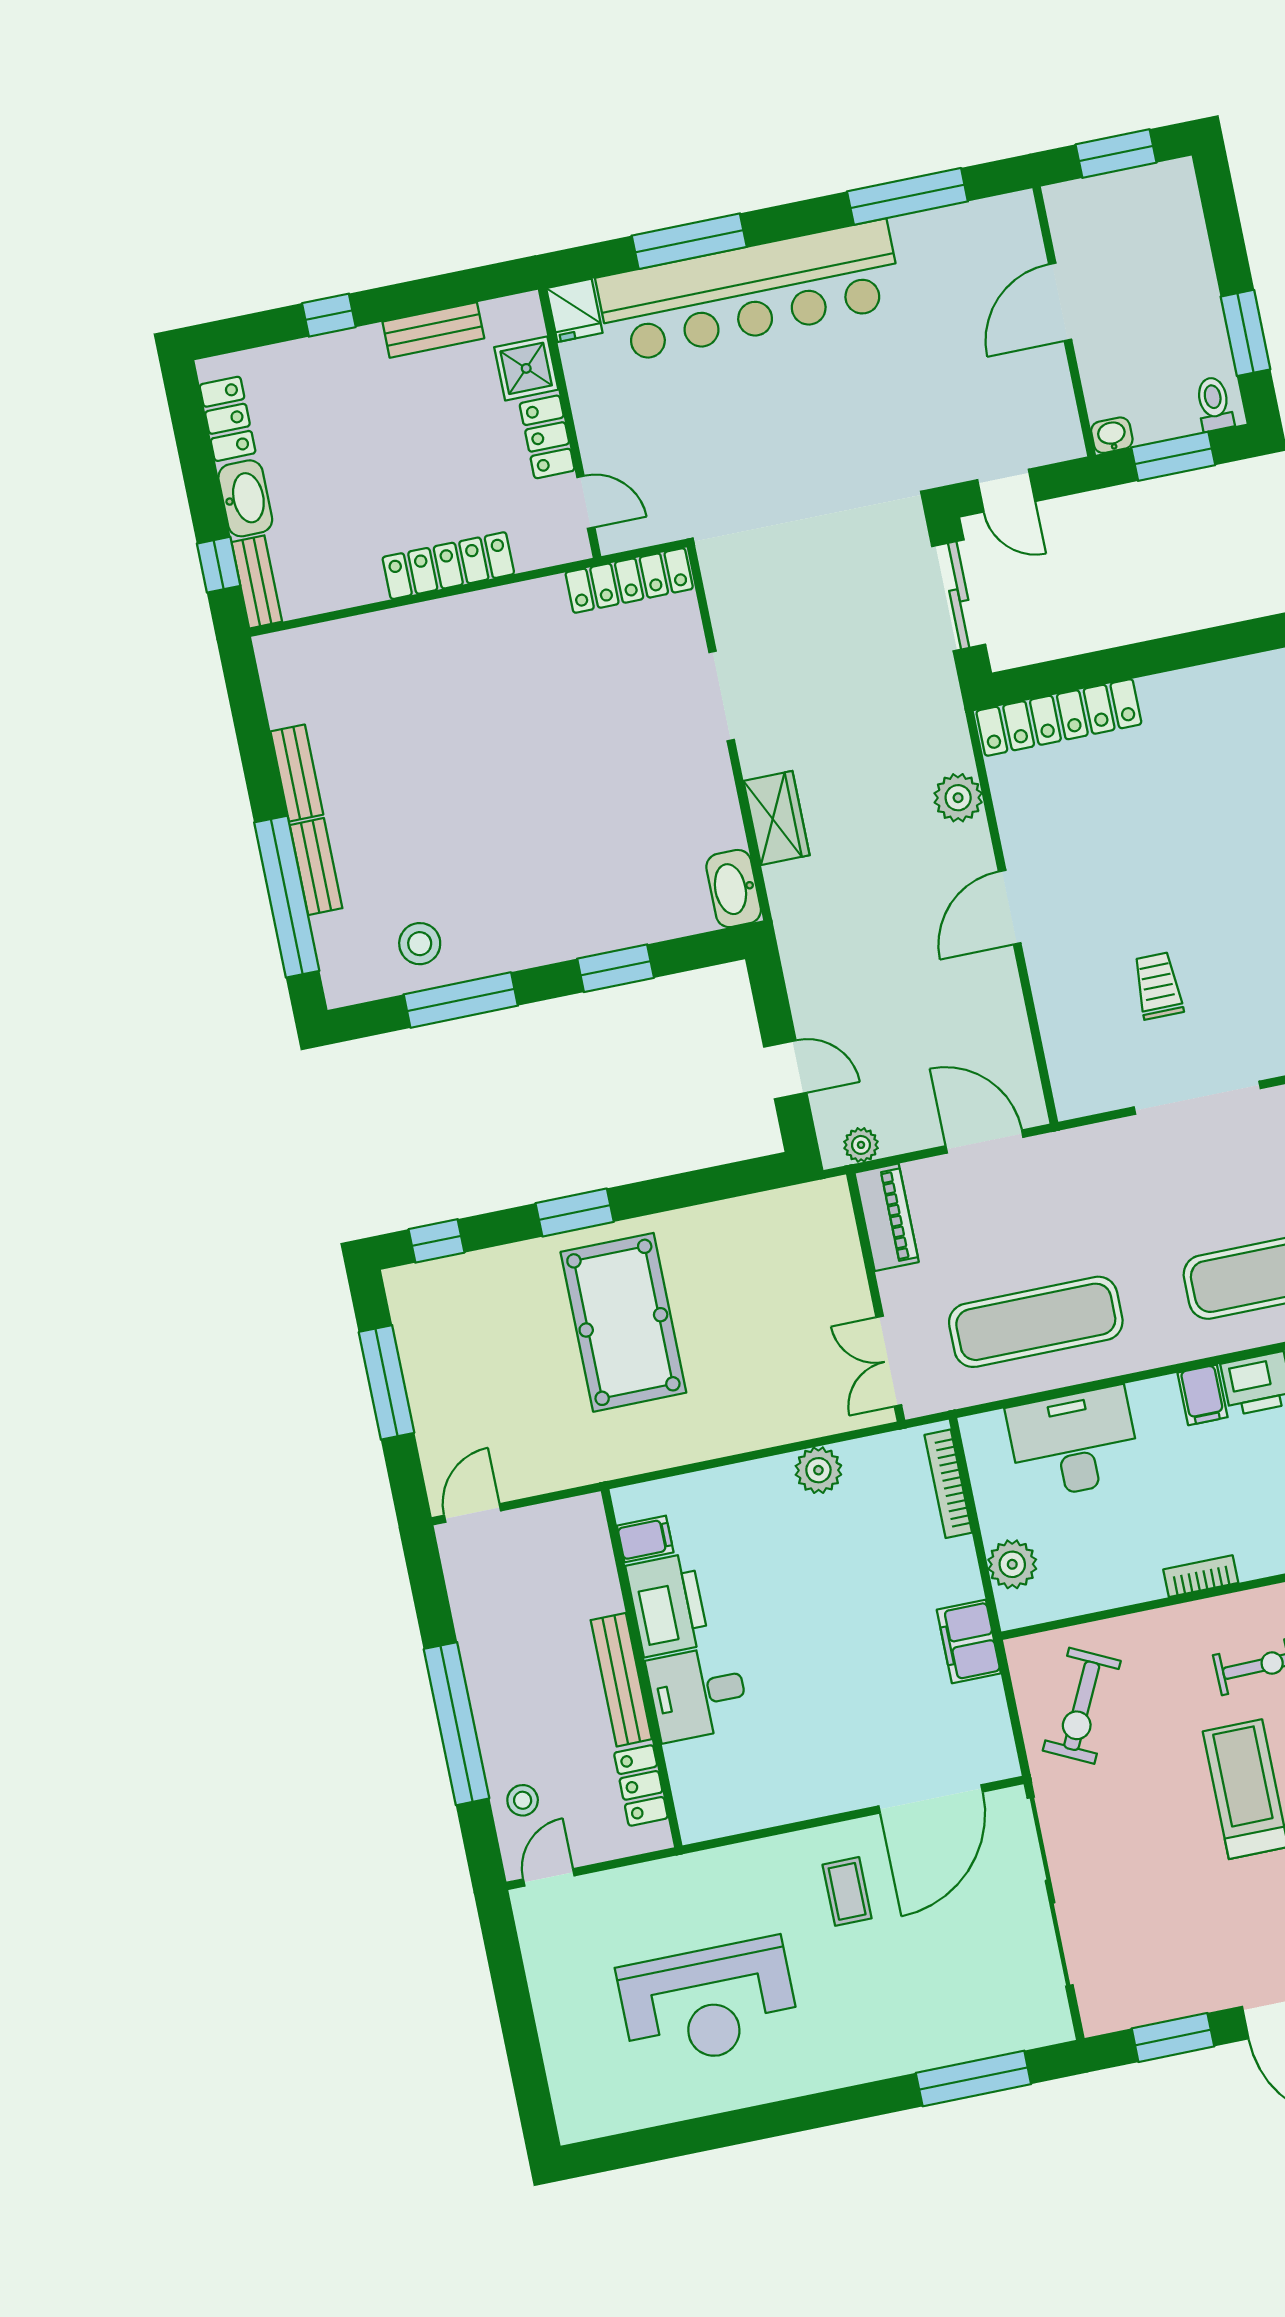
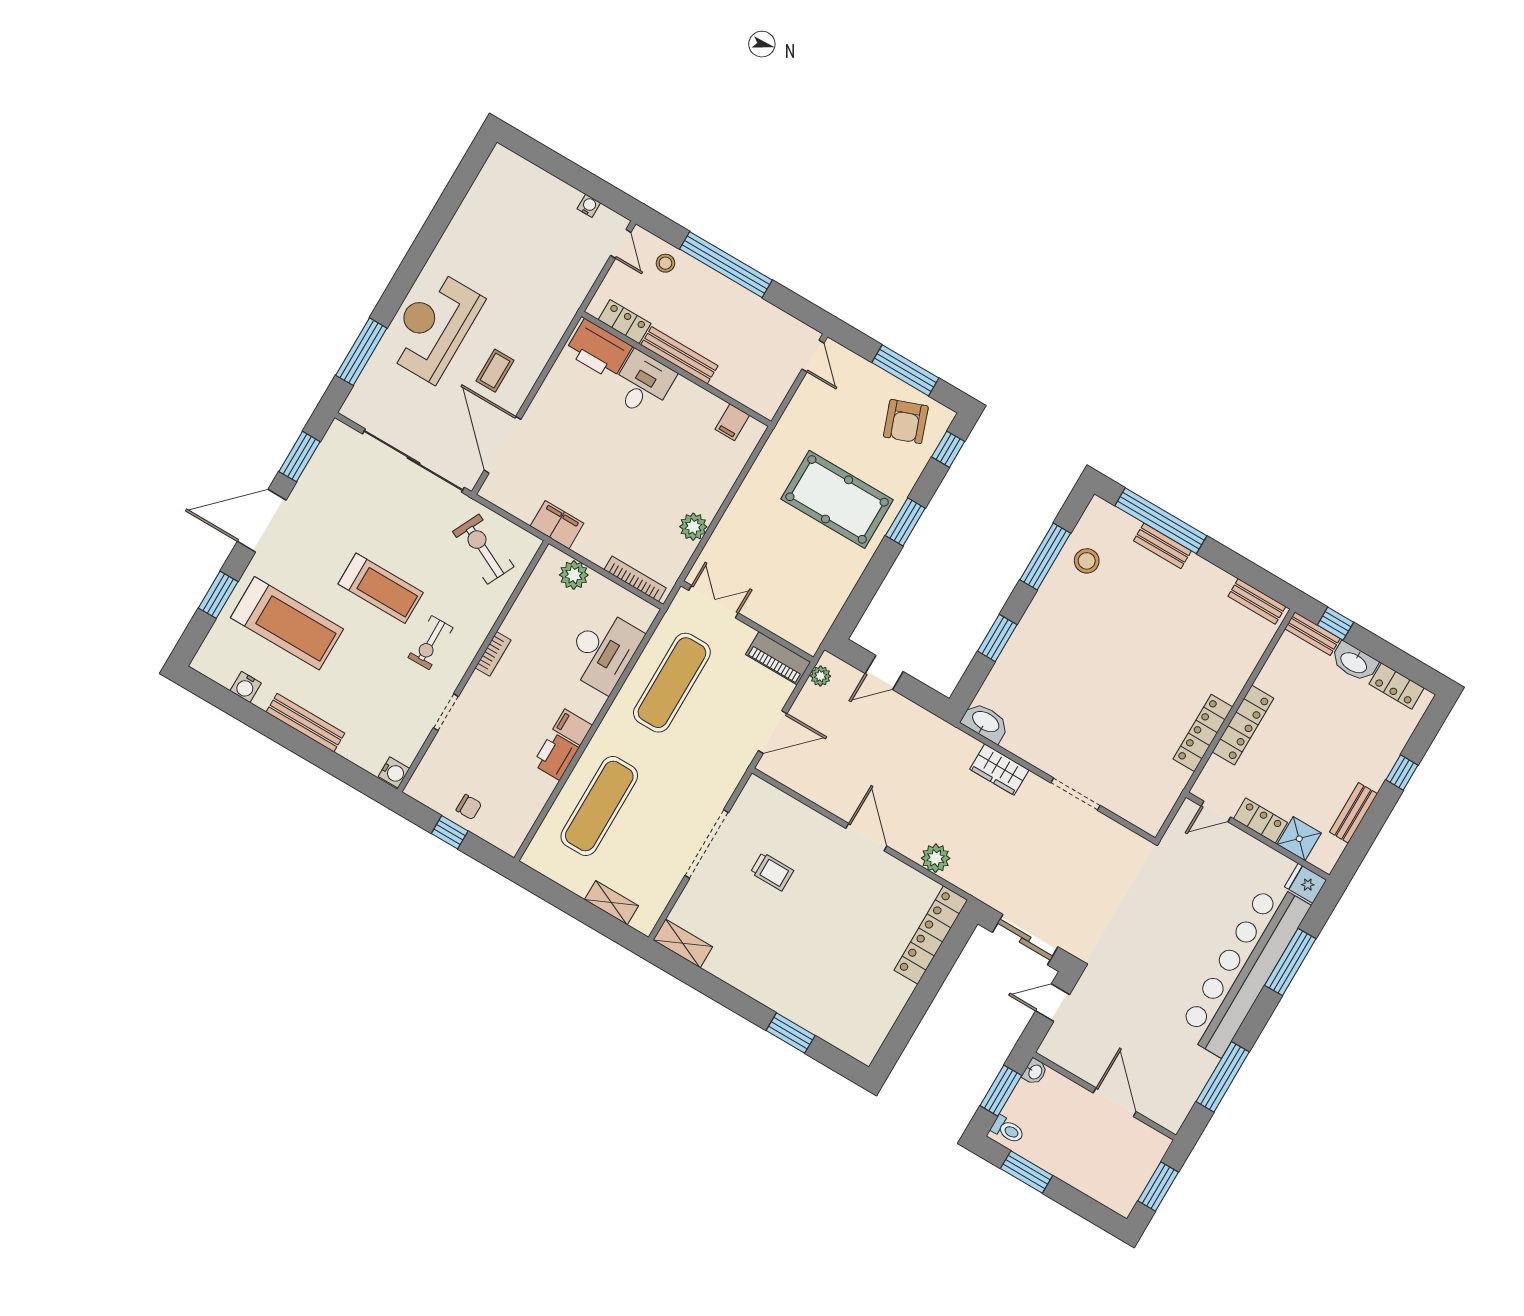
locker: (629, 581) -> (1203, 733), moved
bench: (297, 773) -> (1257, 601), moved
armchair: (449, 1324) -> (906, 421), added
printer: (667, 1605) -> (599, 349), moved
coffee table: (847, 1891) -> (495, 371), turned 90
water cooler: (537, 1960) -> (589, 206), added
reception desk: (708, 2003) -> (434, 326), moved

